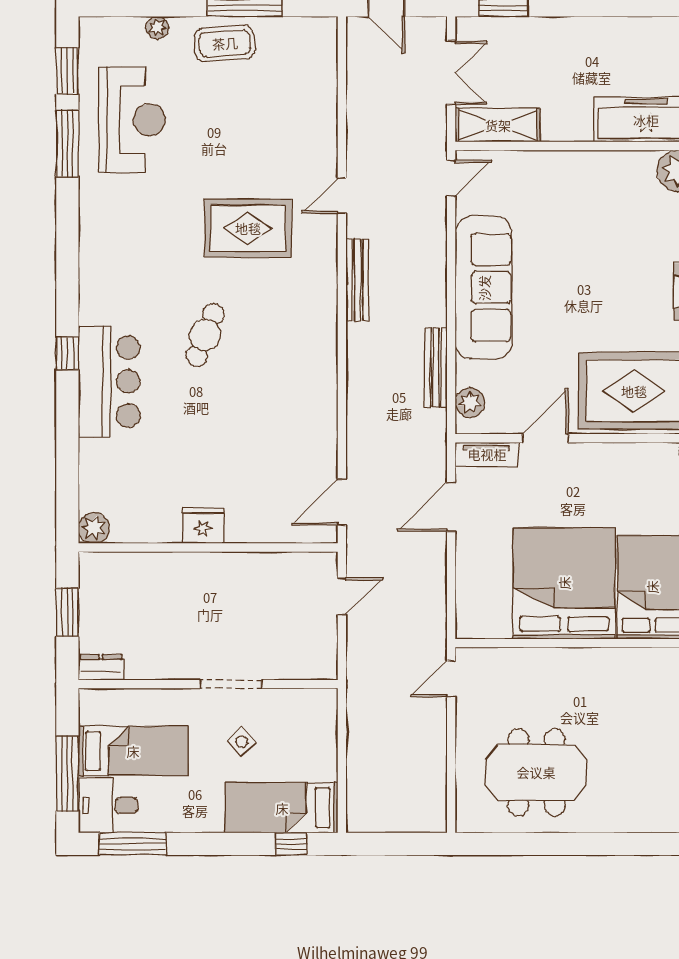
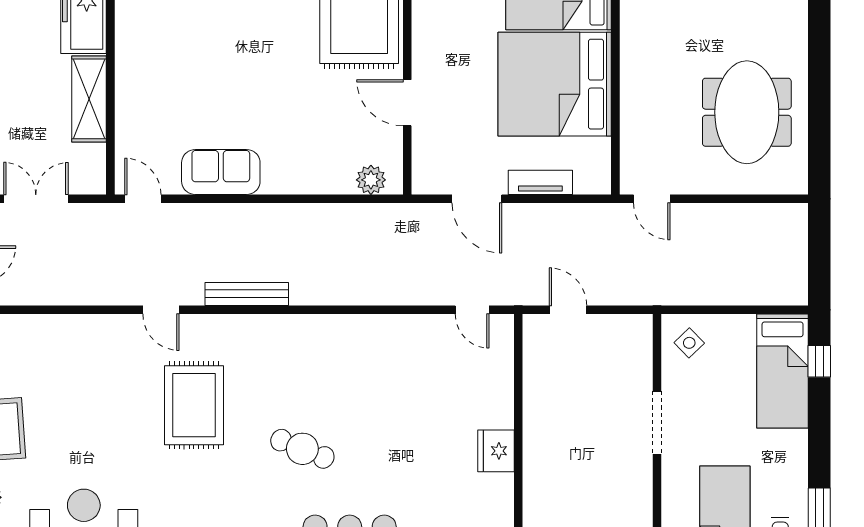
shelving: (498, 125) -> (89, 99), moved
sofa: (484, 288) -> (221, 172), width x0.54, depth x0.79
bench: (436, 367) -> (335, 214), removed
tv unit: (487, 454) -> (540, 182), moved, turned -90
door: (342, 502) -> (472, 310), width x0.73
side table: (242, 742) -> (689, 343), moved

